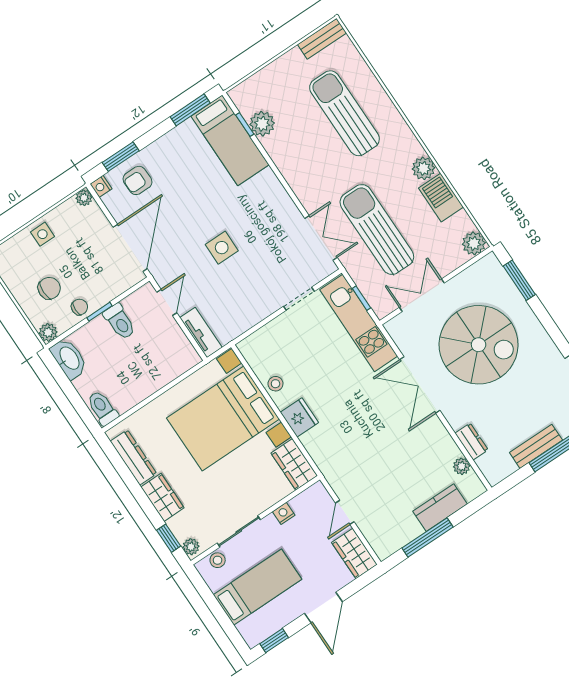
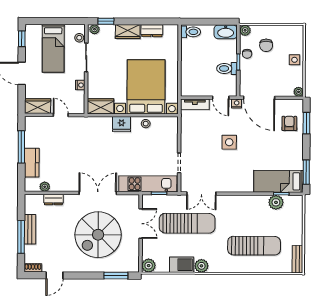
nightstand: (101, 186) -> (237, 104), moved
dresser: (133, 457) -> (152, 31), width x0.70

